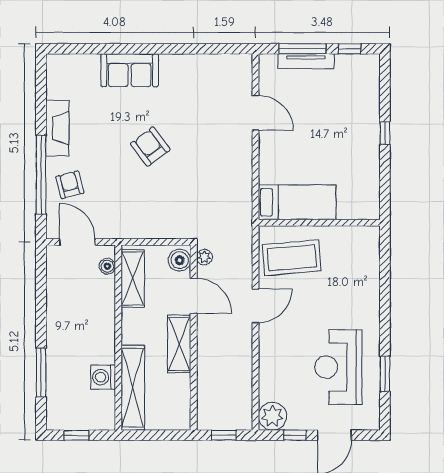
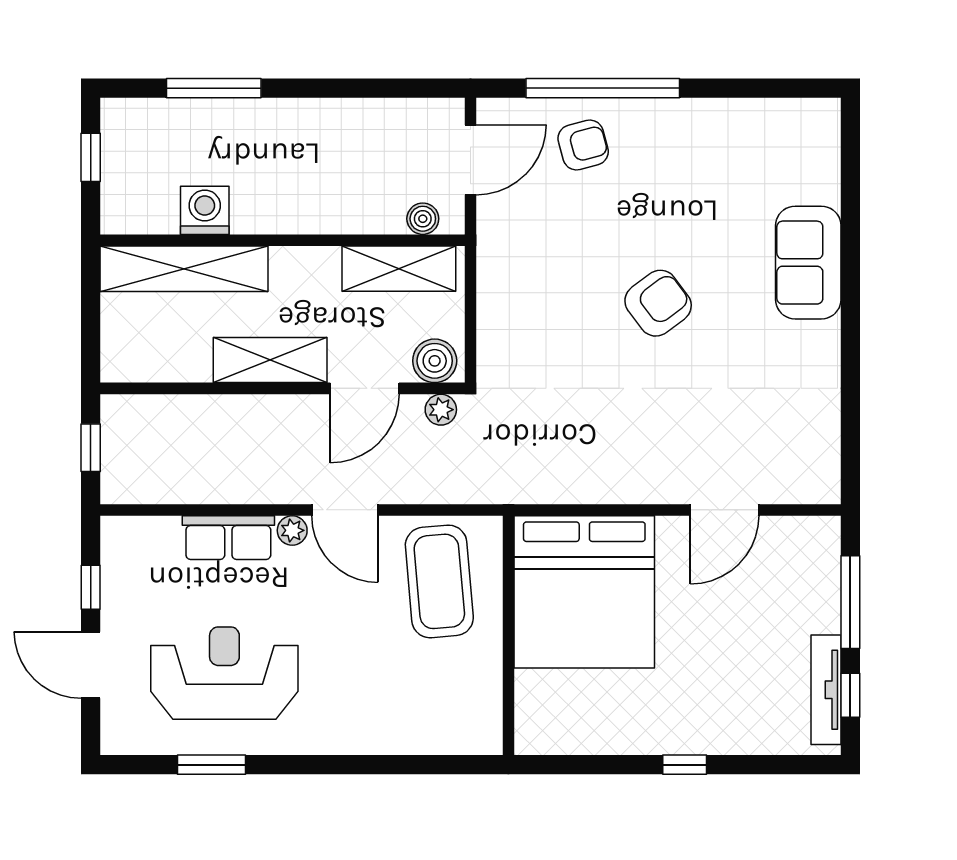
tv unit: (306, 61) -> (826, 690), moved
fireplace: (57, 128) -> (694, 120), removed
bed: (297, 202) -> (584, 592), width x2.04
row of seats: (270, 365) -> (228, 538), added
plant: (272, 416) -> (292, 530), moved, width x0.53, depth x0.53

